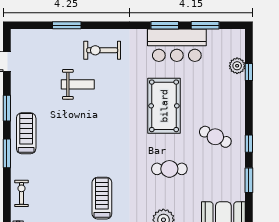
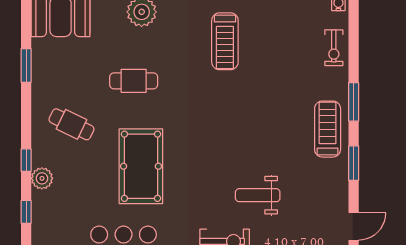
plant: (237, 66) -> (42, 178), moved
treadmill: (26, 133) -> (328, 129), turned 180
window: (249, 144) -> (26, 160), moved

